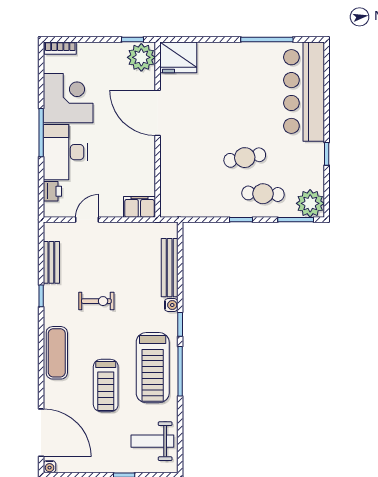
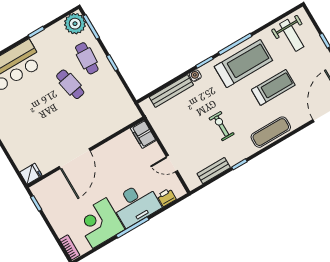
plant: (141, 57) -> (44, 191), removed
fridge: (178, 57) -> (31, 174), width x0.53, depth x0.75

